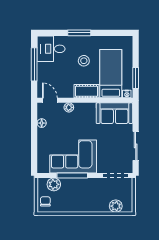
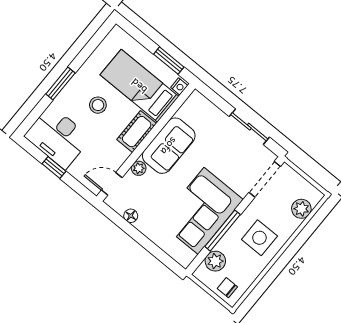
desk: (51, 49) -> (58, 137), width x1.37
window: (34, 64) -> (54, 167), width x0.46
sofa: (114, 113) -> (169, 146), moved
side table: (84, 197) -> (259, 238), added

